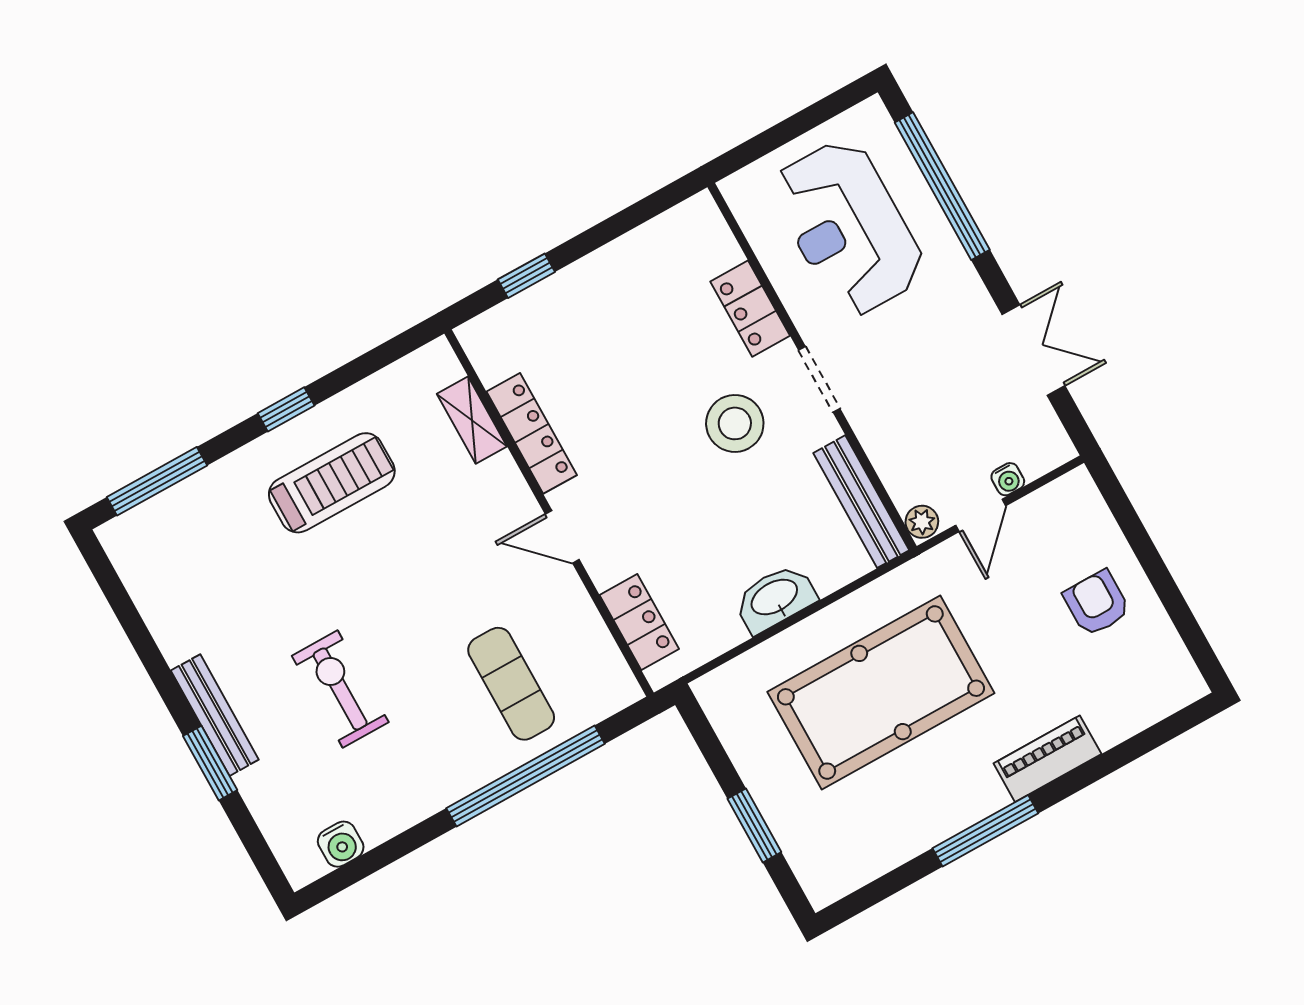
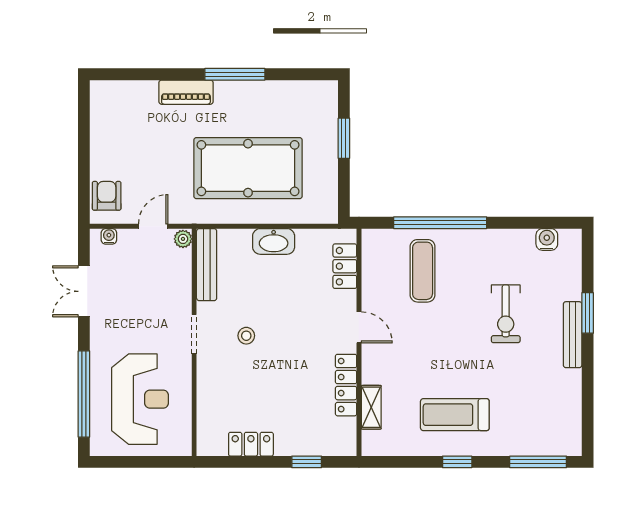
locker: (750, 309) -> (251, 444), moved, turned -90
stool: (735, 423) -> (246, 336), width x0.53, depth x0.53
water cooler: (1008, 479) -> (109, 236), moved
armchair: (1097, 603) -> (107, 196), moved, turned 180

